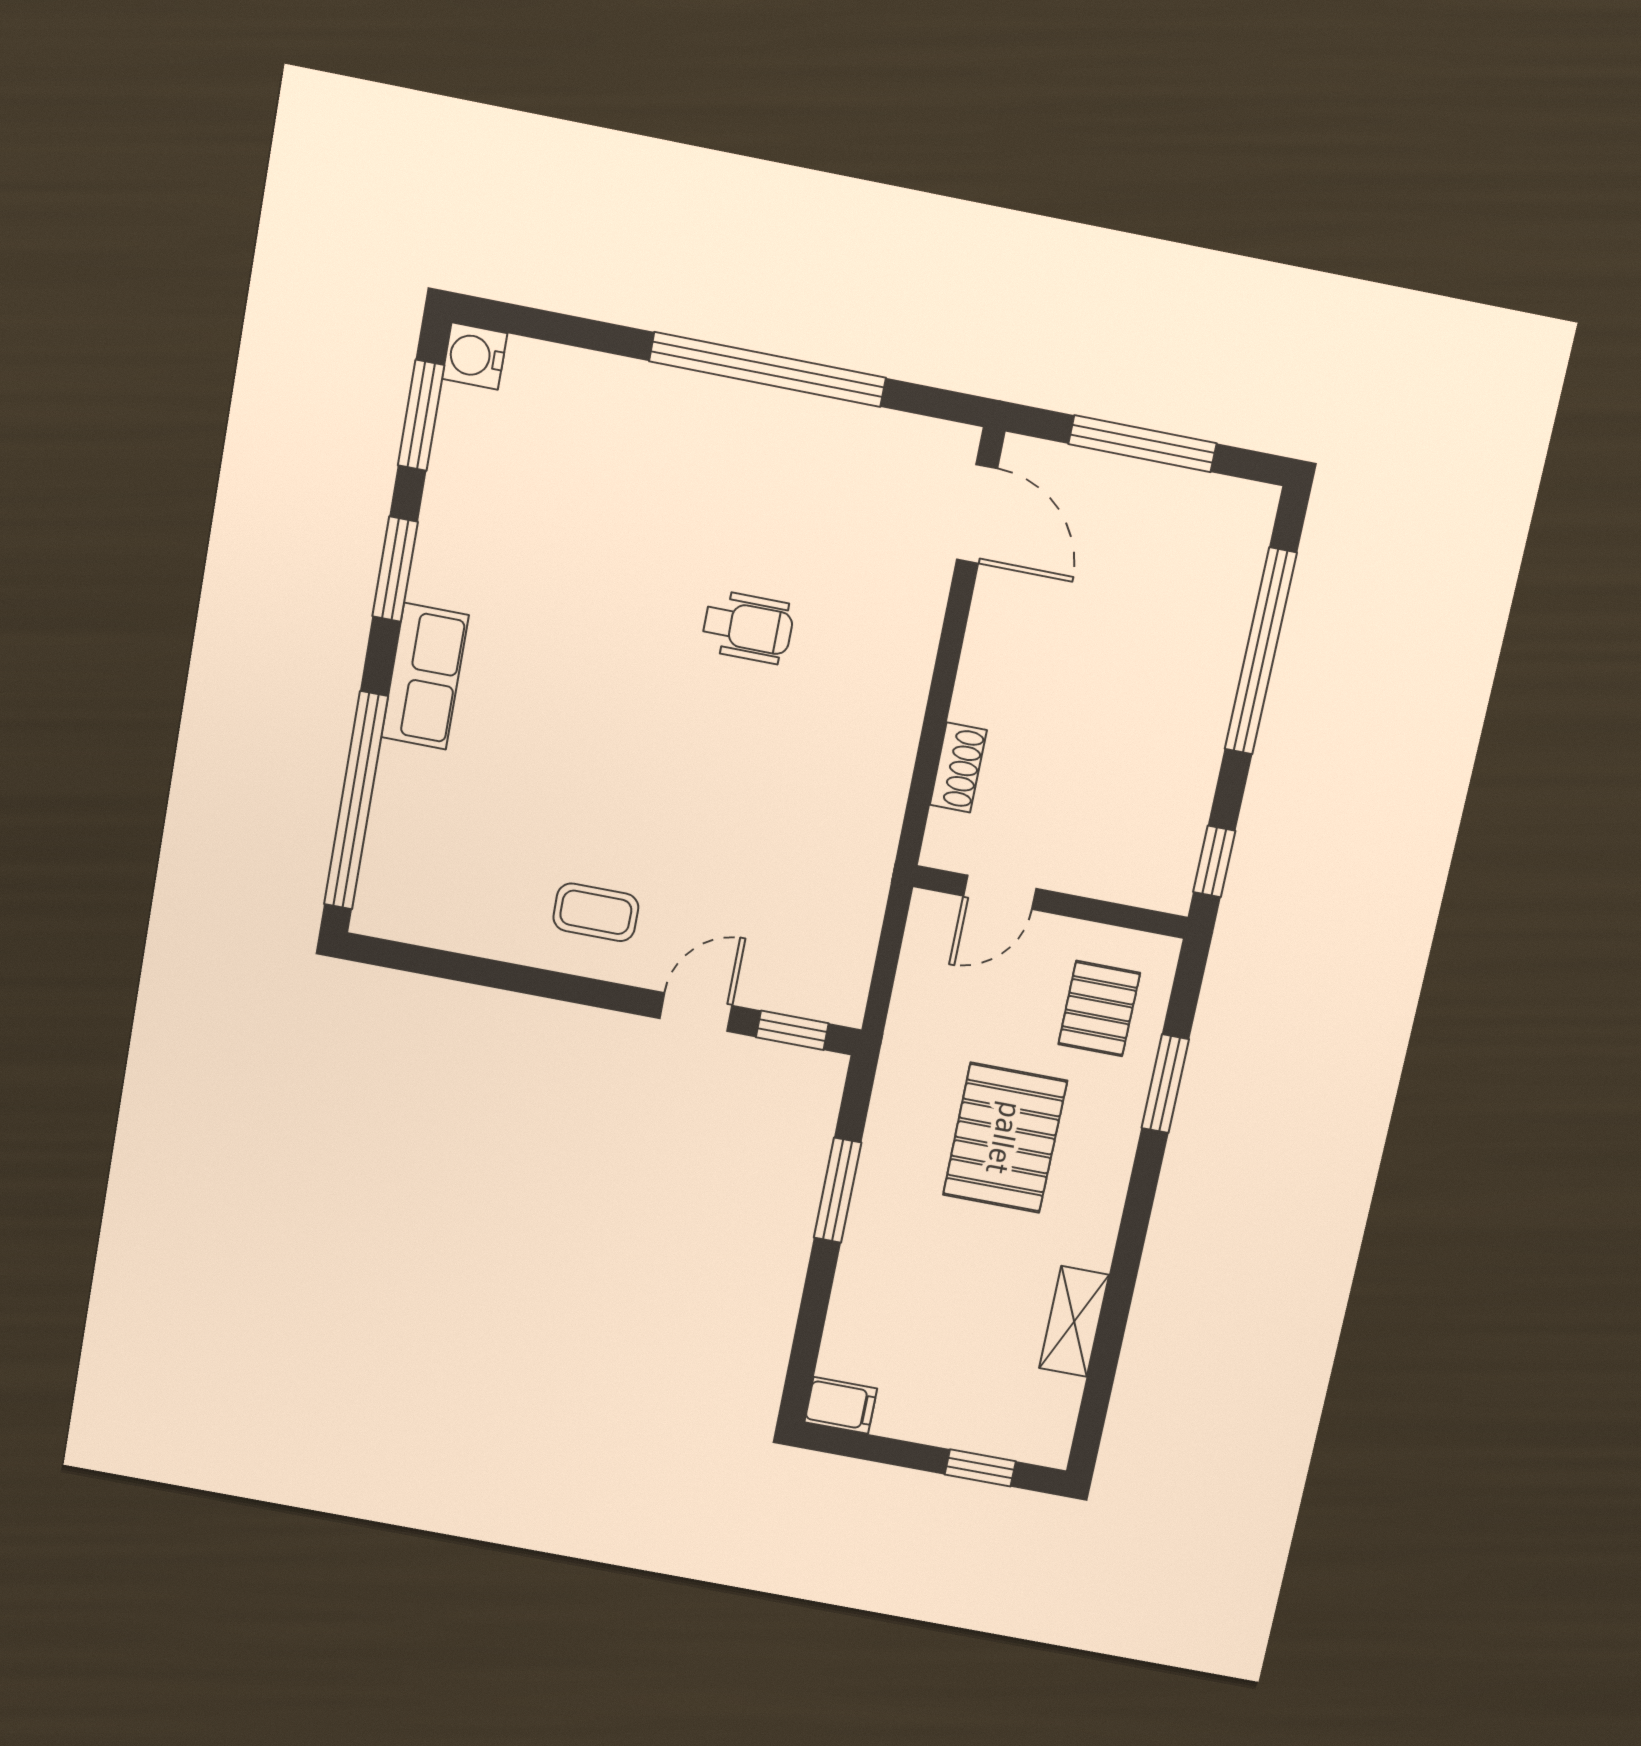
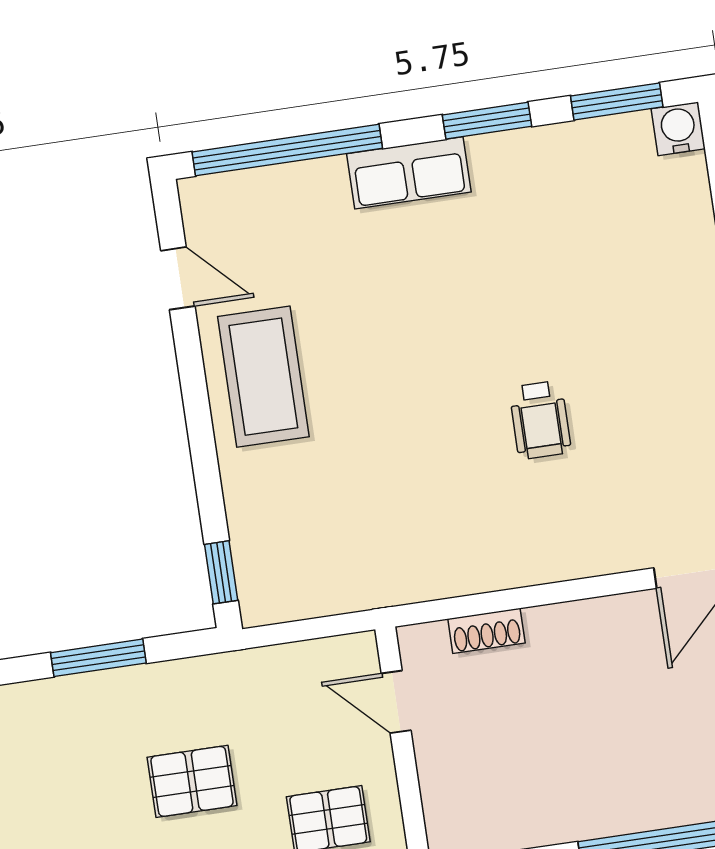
coffee table: (596, 912) -> (263, 377), width x1.86, depth x1.72
door: (696, 1012) -> (178, 278), moved
pallet: (1005, 1138) -> (192, 781), width x0.67, depth x0.71

